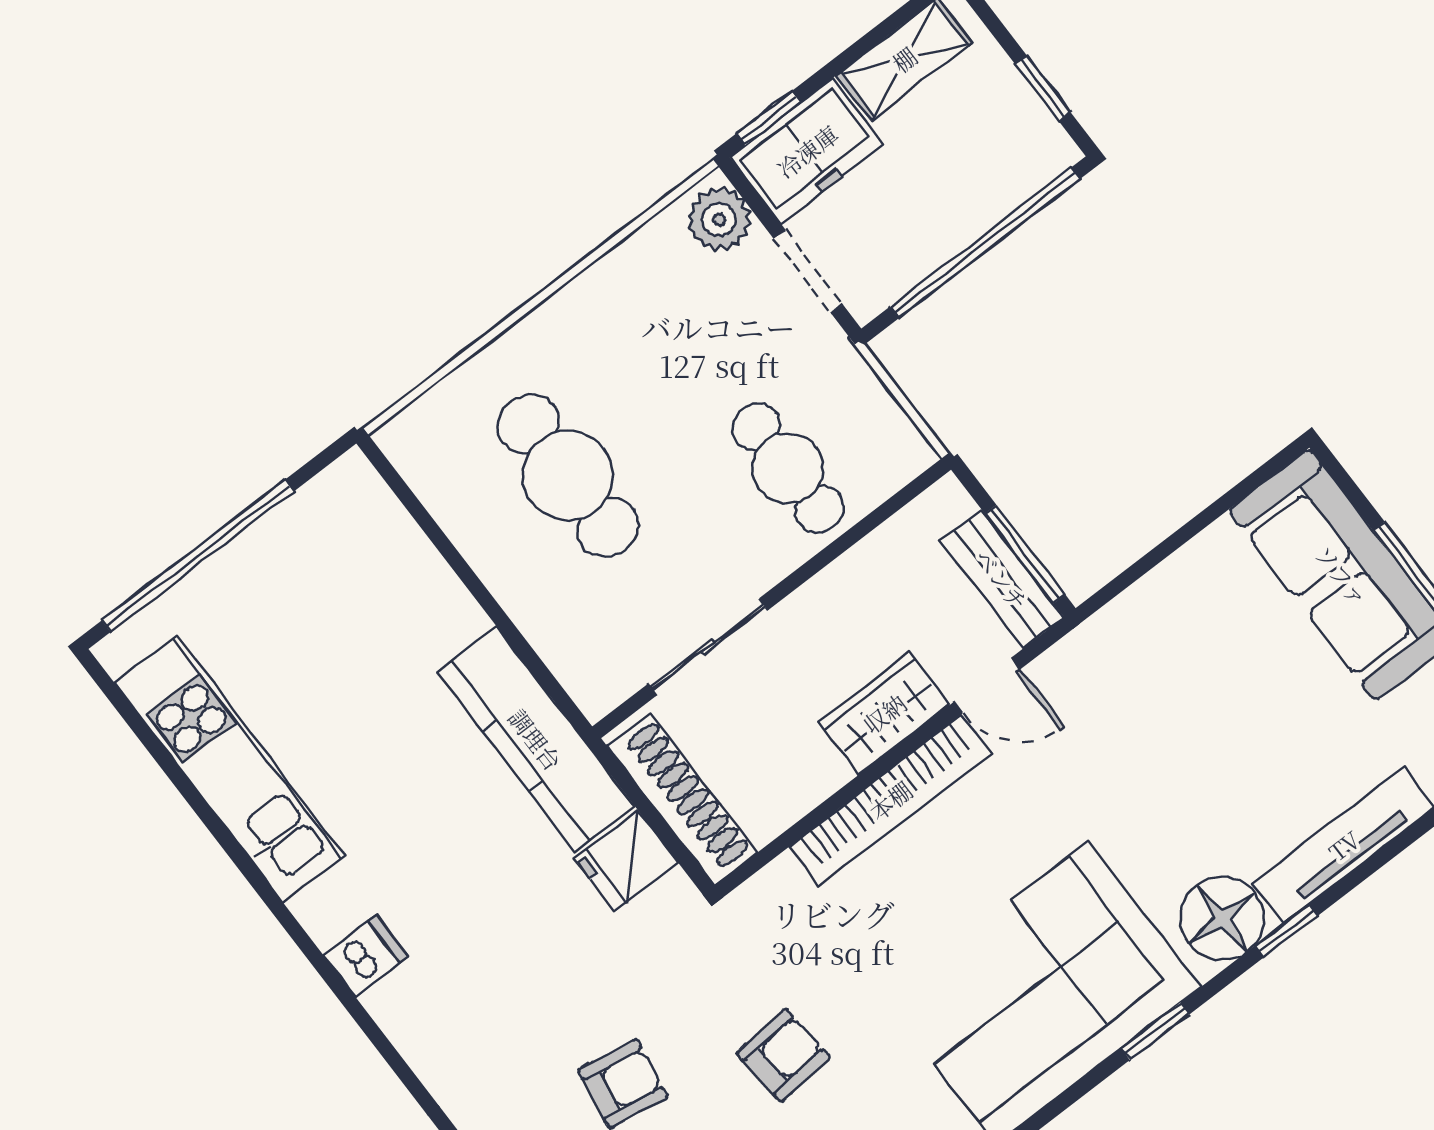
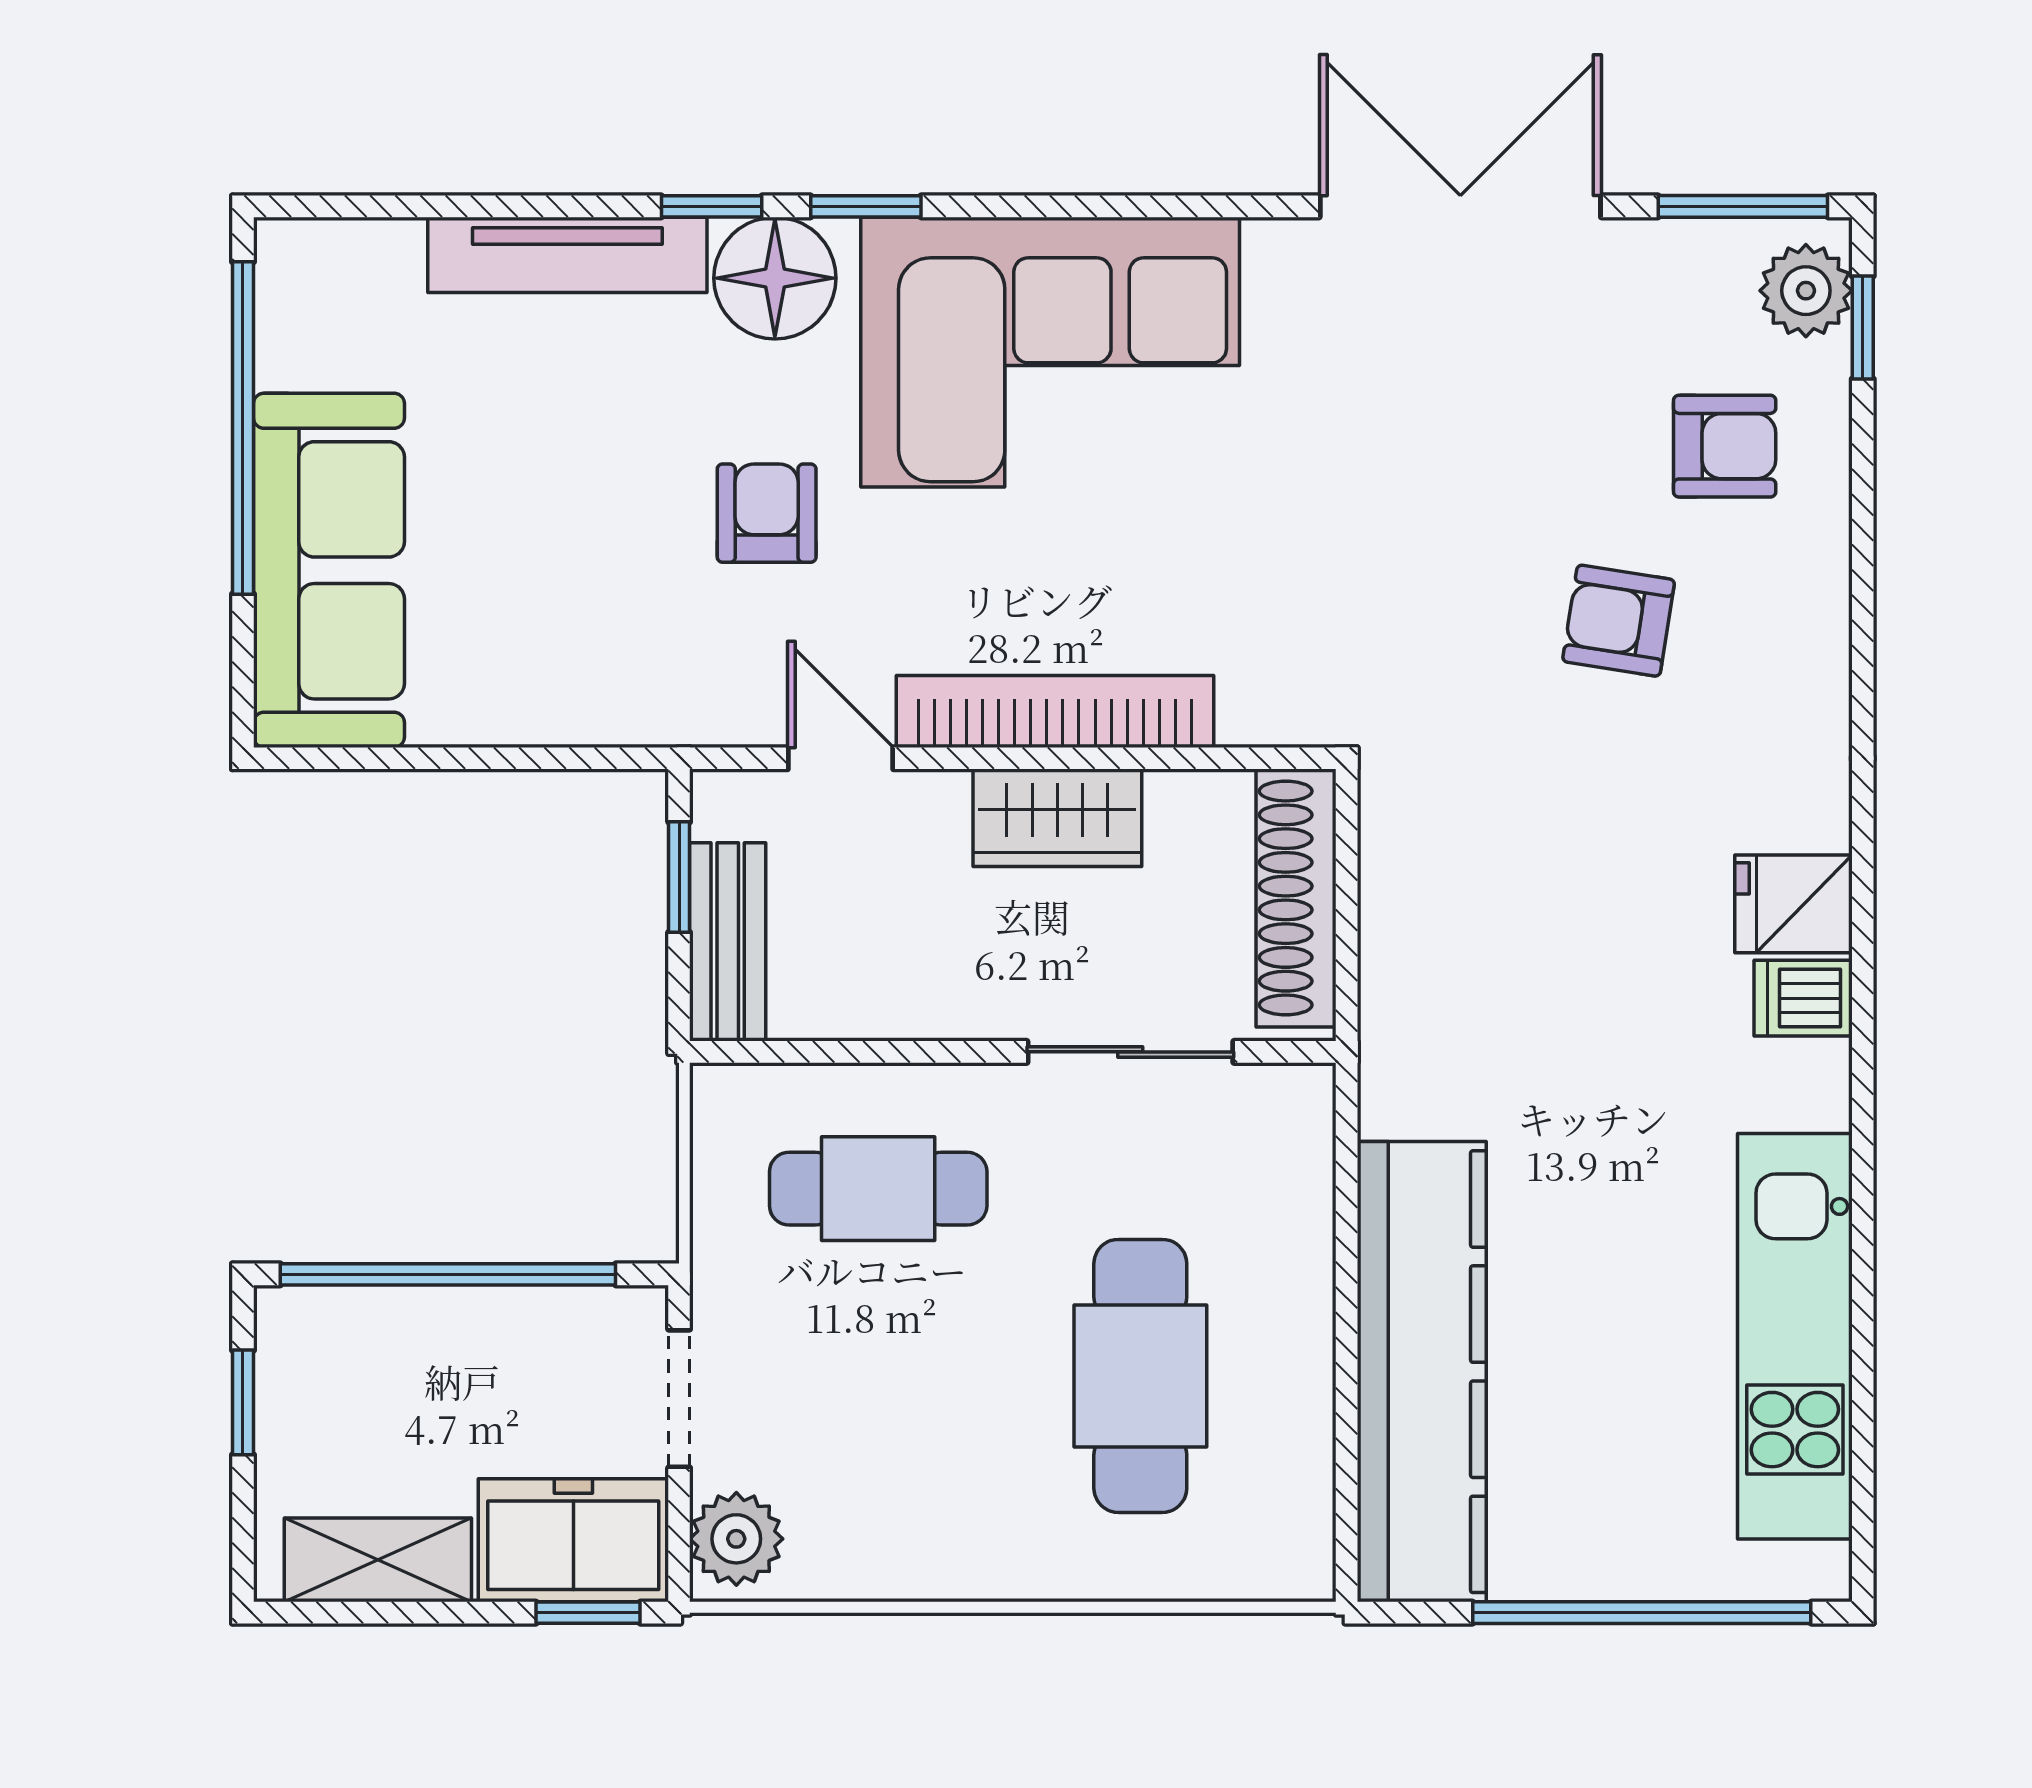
cafe table: (788, 468) -> (878, 1189), turned 90
window: (1025, 554) -> (679, 877), width x0.67
bench: (1002, 579) -> (728, 942), moved
wardrobe: (884, 713) -> (1057, 818), moved
kitchen counter: (536, 739) -> (1422, 1372), moved, width x1.39, depth x1.17
fridge: (626, 861) -> (1794, 904), moved, turned 180
window: (1155, 1031) -> (866, 206), moved
armchair: (783, 1055) -> (767, 513), moved, turned 95

